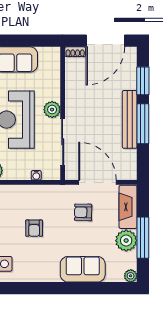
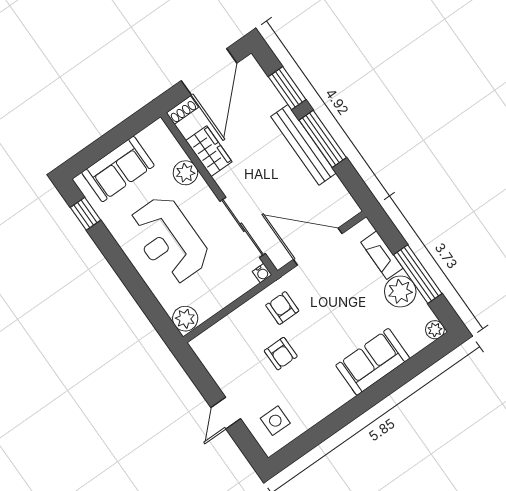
wardrobe: (74, 85) -> (209, 151), added
plant: (52, 110) -> (185, 173), moved
water cooler: (36, 175) -> (262, 273), moved
fireplace: (128, 207) -> (382, 255), width x0.73, depth x0.76
armchair: (83, 212) -> (282, 308), moved, turned 89

